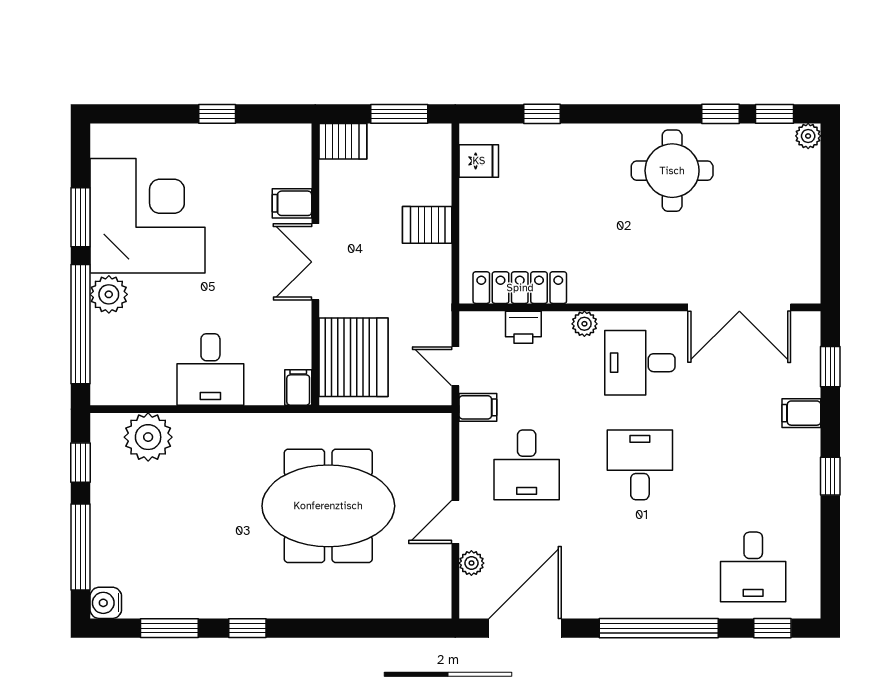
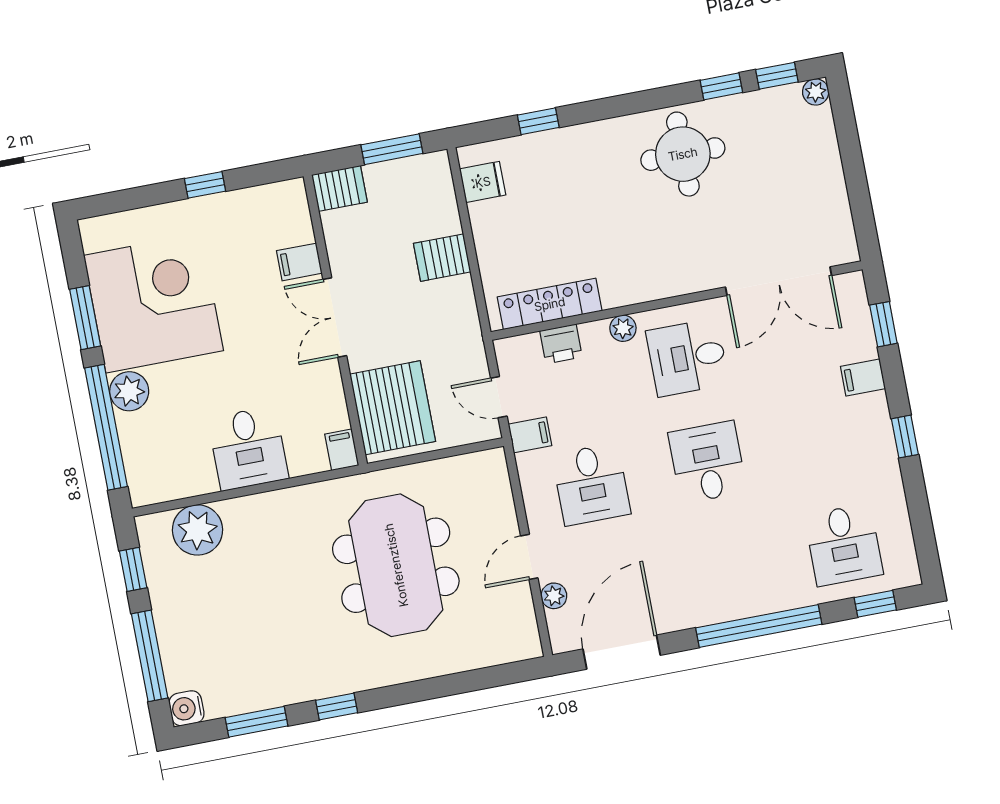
meeting table: (328, 506) -> (396, 565), turned 90

